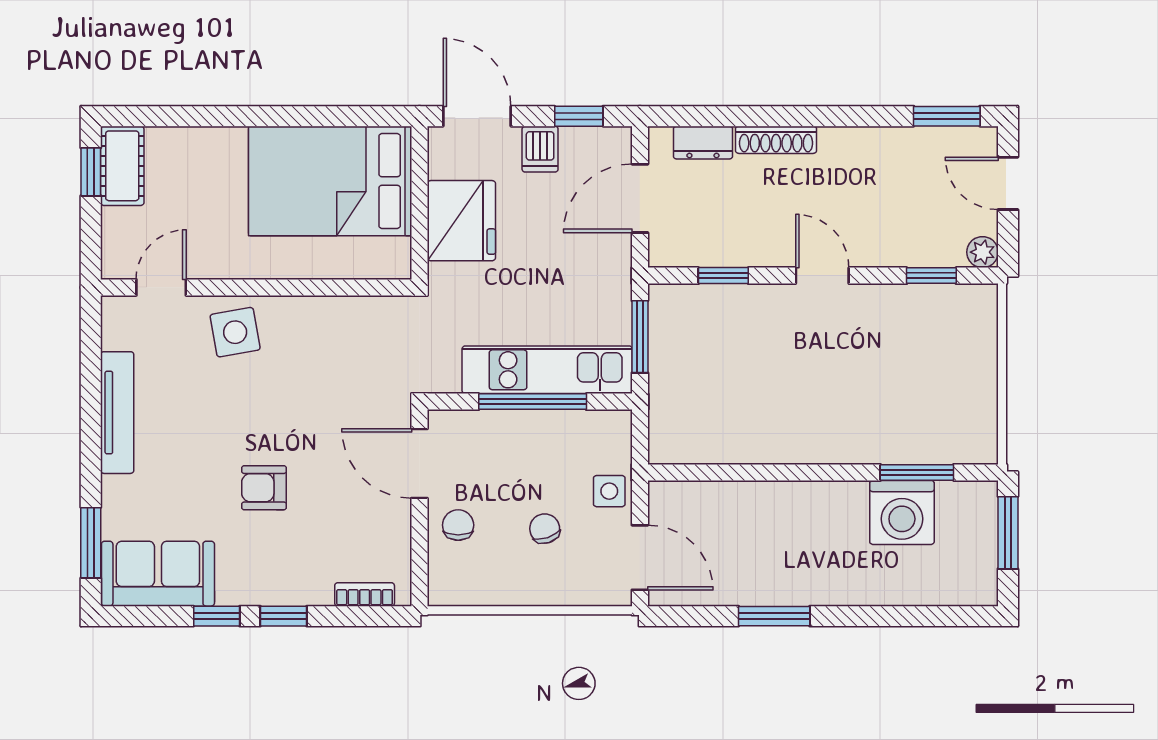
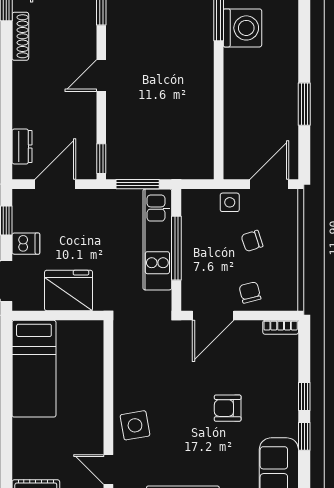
shoe rack: (776, 140) -> (20, 36), moved
bed: (330, 181) -> (34, 369), width x0.67
door: (640, 198) -> (55, 184), swing flipped
window: (723, 276) -> (101, 159), moved
armchair: (264, 488) -> (228, 408), turned 90
chair: (458, 525) -> (250, 292), turned 76
bookcase: (365, 594) -> (281, 327), moved, turned -90

